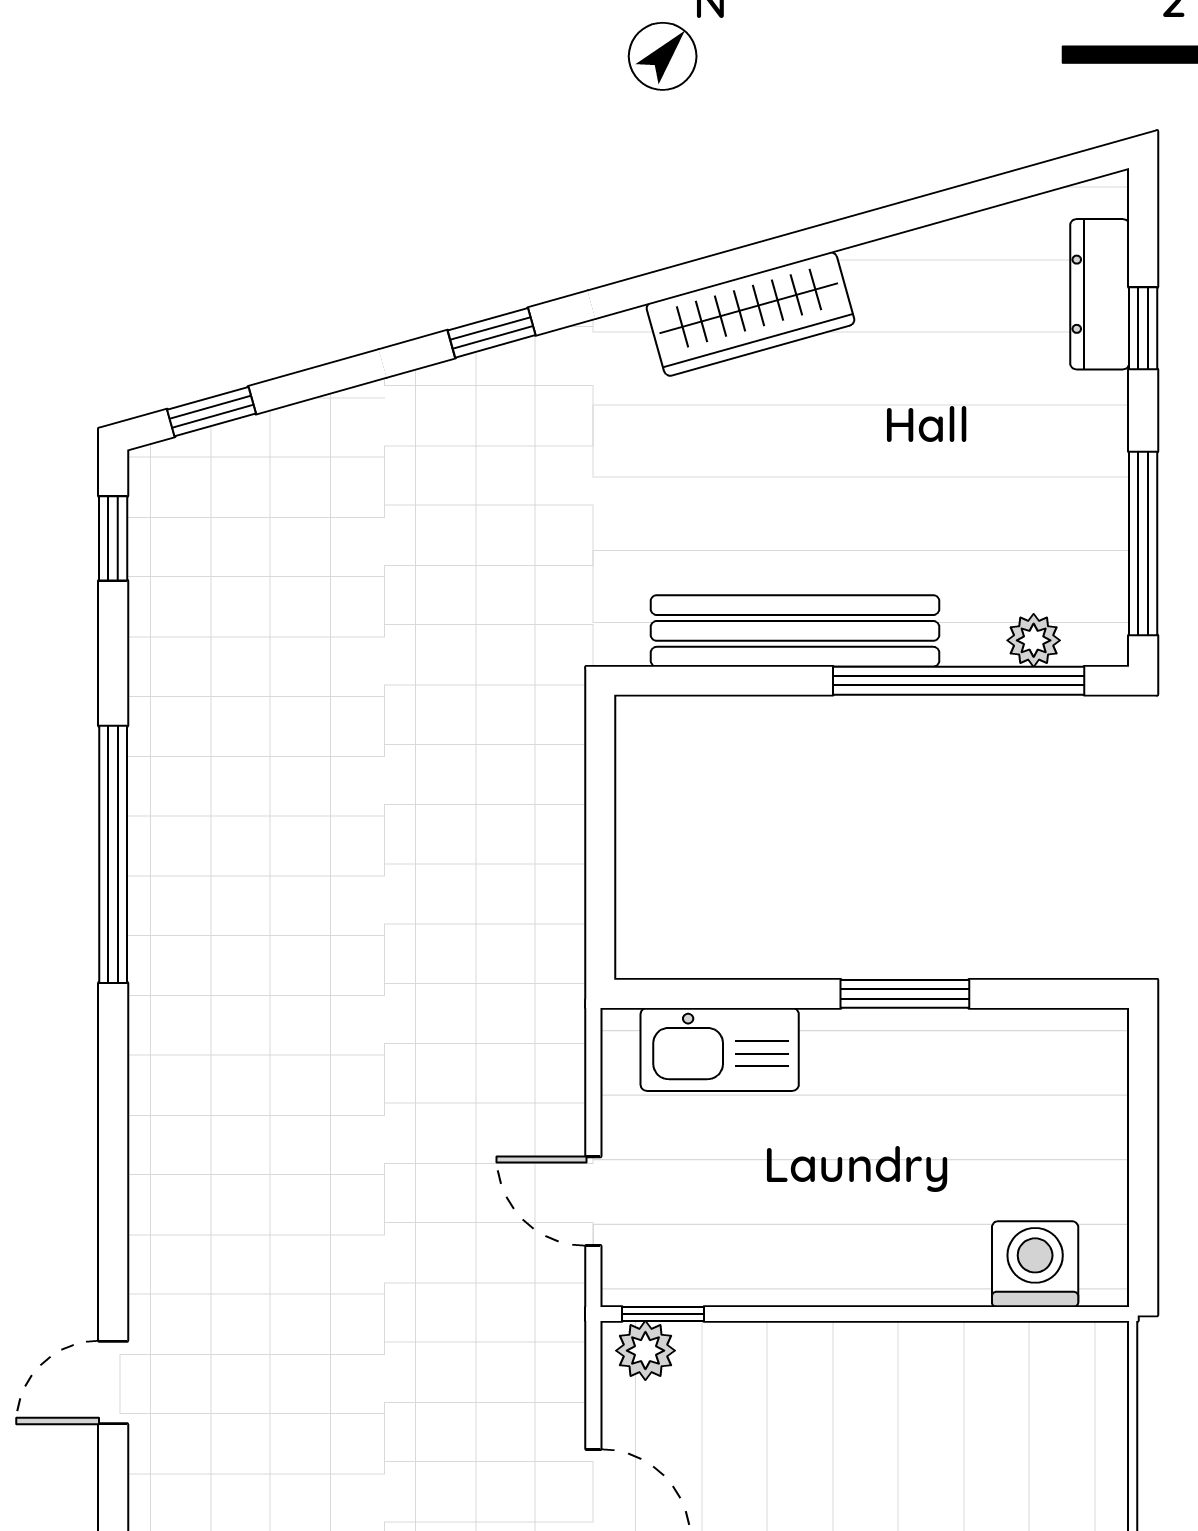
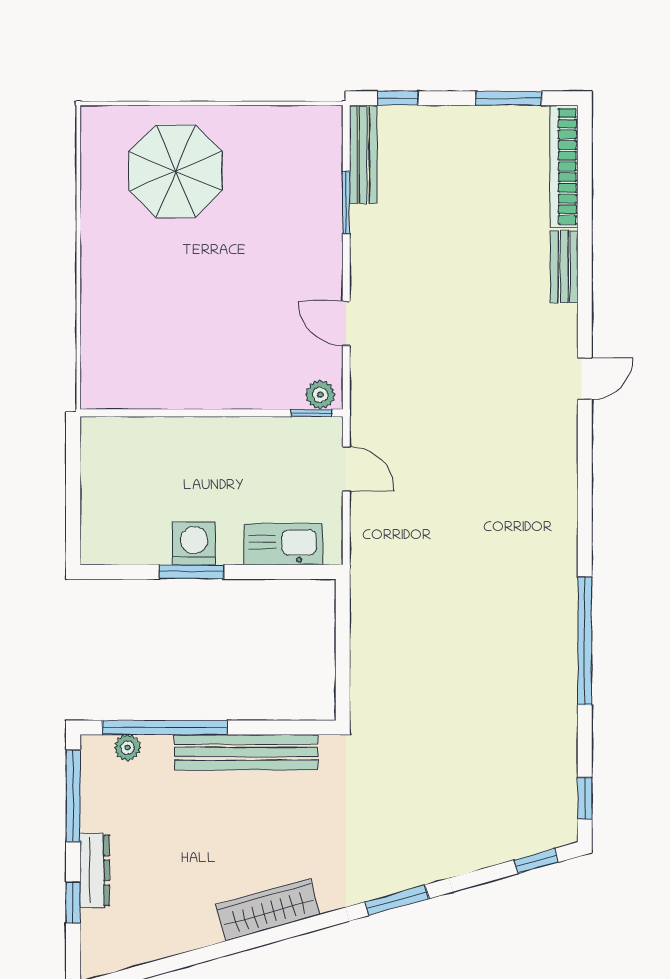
dresser: (1100, 294) -> (95, 870), moved
window: (492, 333) -> (397, 900), width x1.50
washing machine: (1035, 1264) -> (194, 544), moved, turned 180

